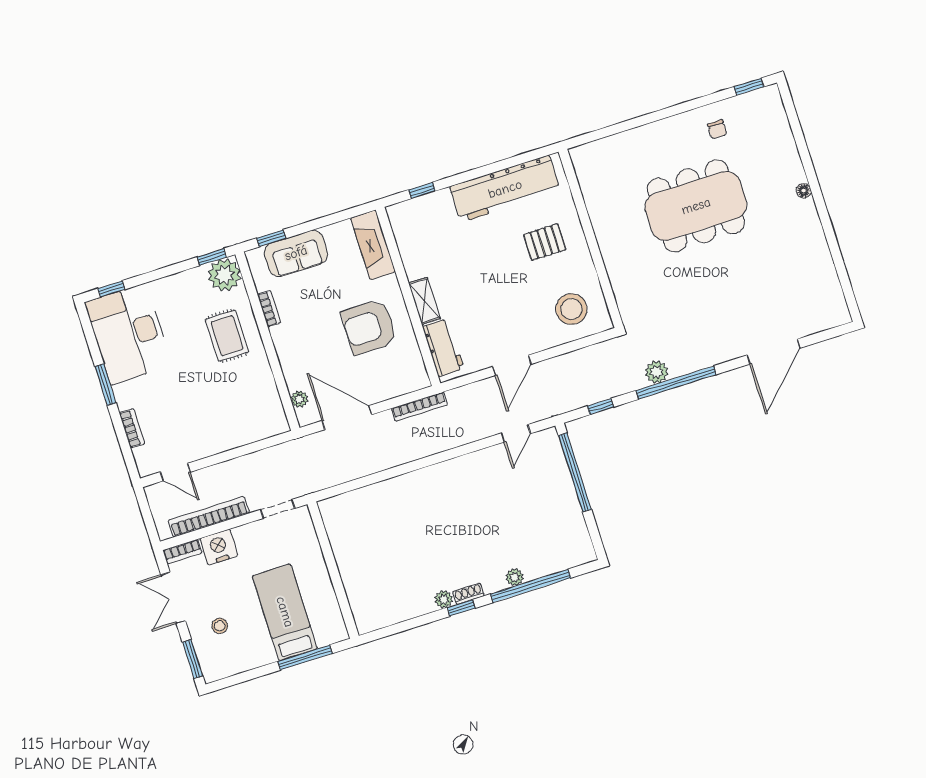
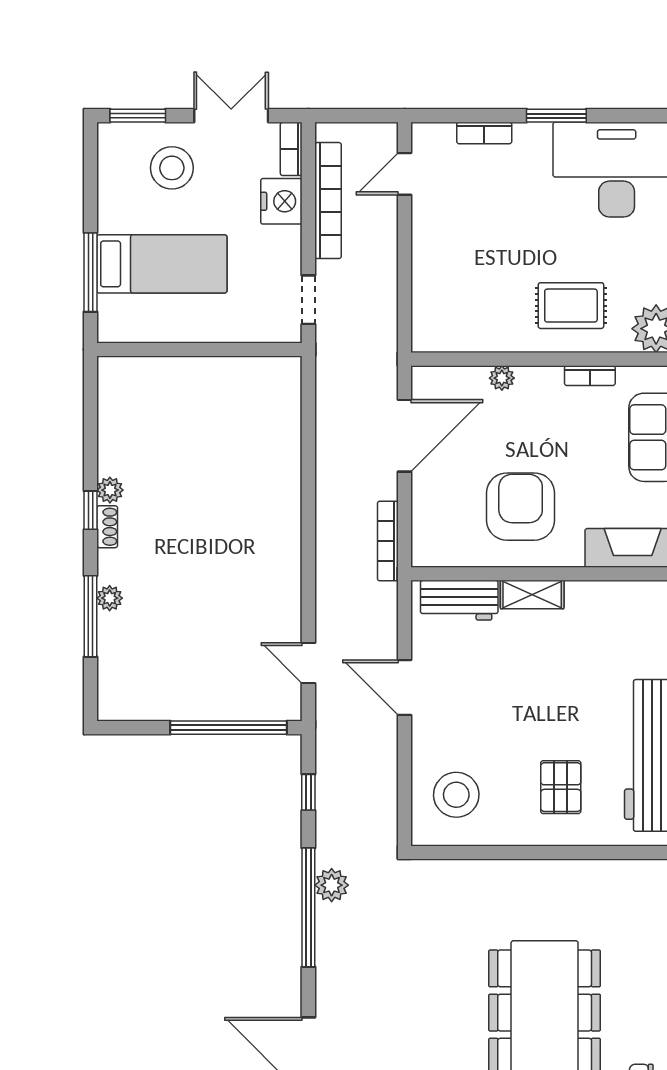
plant: (299, 399) -> (502, 378), moved
window: (531, 586) -> (91, 616), width x0.68
stool: (220, 626) -> (172, 168), width x1.89, depth x1.89

